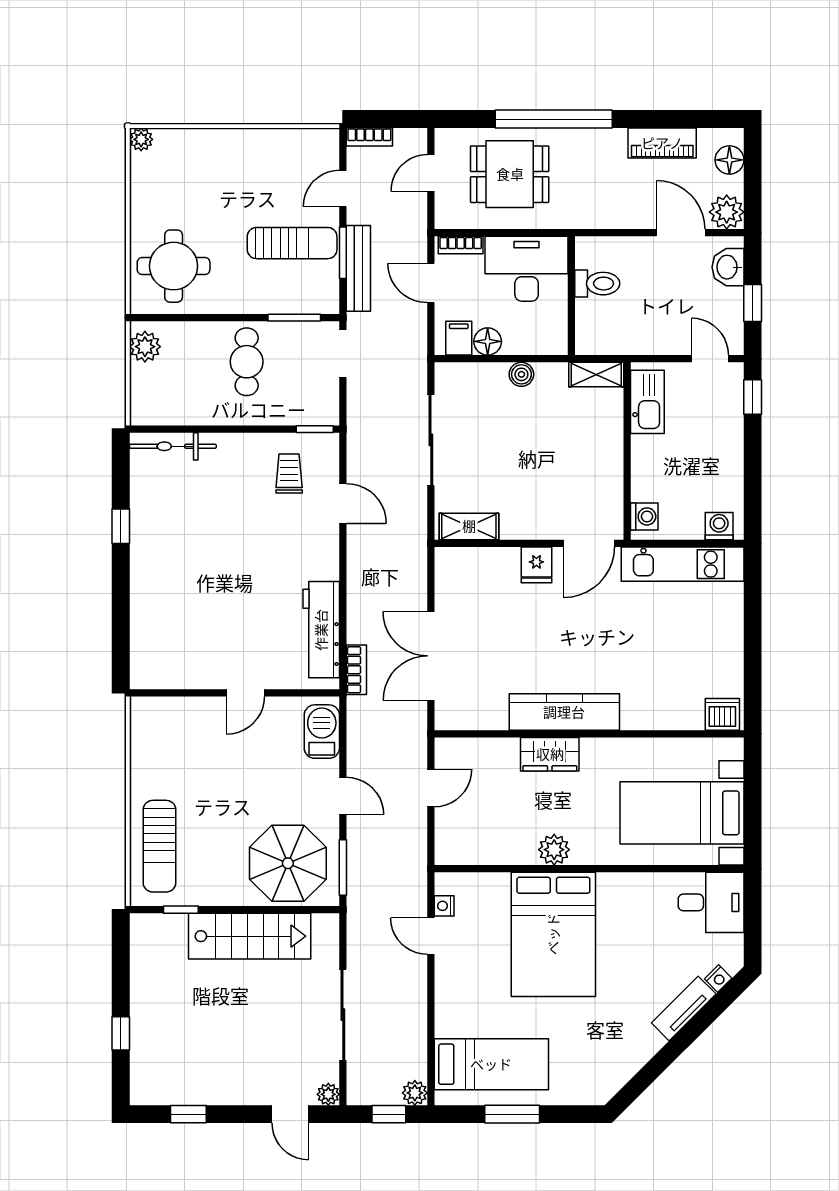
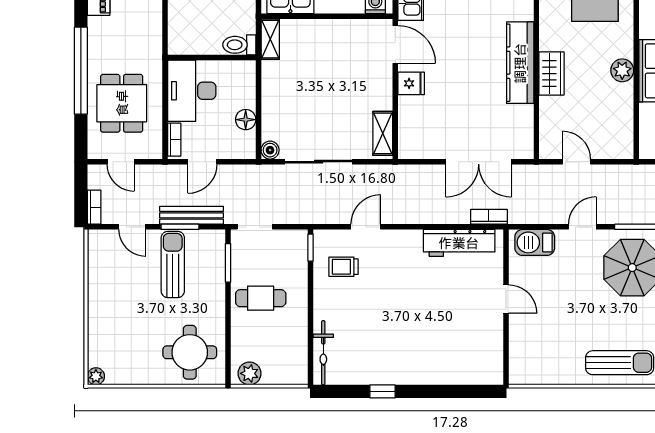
toilet: (597, 284) -> (239, 45), moved, turned -90
filing cabinet: (459, 338) -> (243, 141), removed
boiler: (521, 374) -> (270, 150), moved

